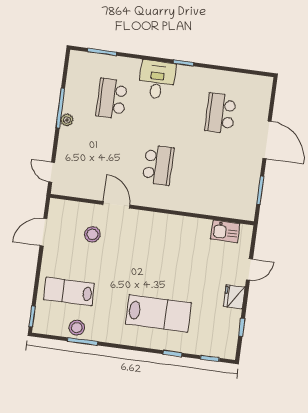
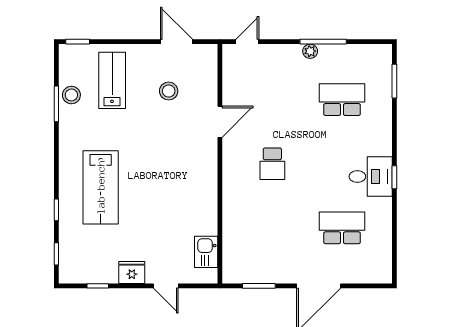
desk: (157, 80) -> (371, 177), moved
school desk: (158, 165) -> (272, 164), width x0.54
stool: (92, 234) -> (169, 91), moved

